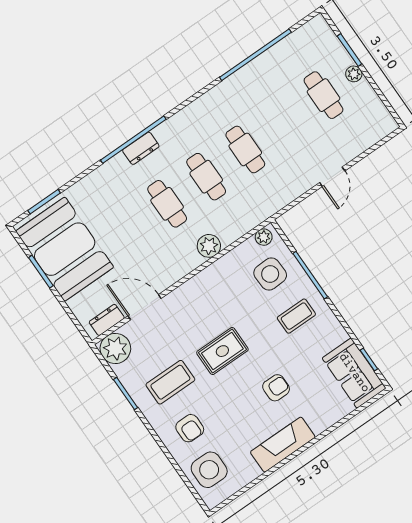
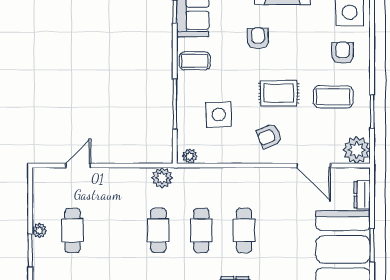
door: (332, 177) -> (78, 166), moved
plant: (209, 246) -> (162, 178), moved
side table: (270, 274) -> (219, 115), moved
armchair: (204, 306) -> (269, 136), added
coffee table: (296, 316) -> (195, 61), moved
dresser: (107, 320) -> (362, 195), moved, turned 90
armchair: (276, 388) -> (258, 38), turned 89

